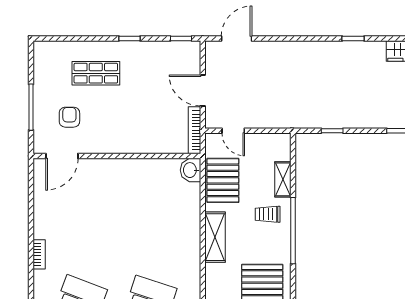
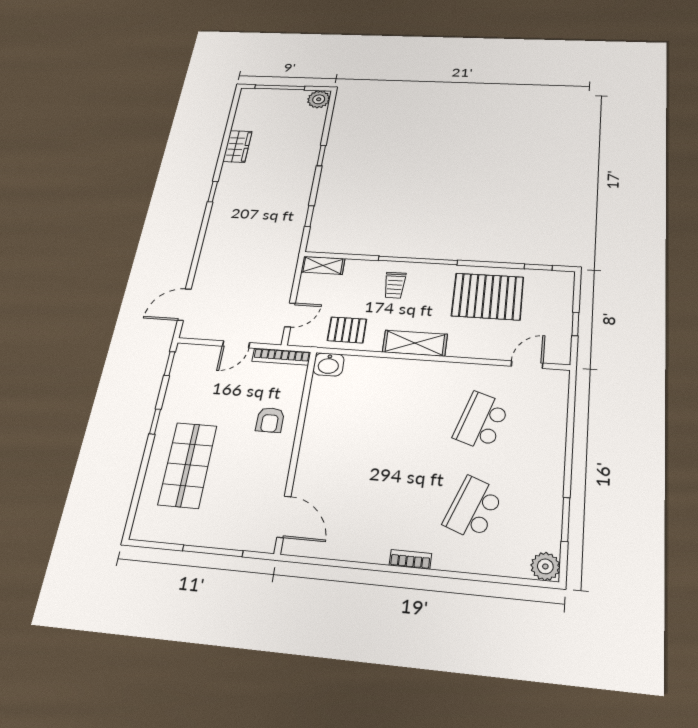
door: (237, 39) -> (184, 305), hinge flipped
shop shelf: (96, 73) -> (188, 465), width x1.43, depth x1.36
door: (203, 91) -> (236, 344), width x0.73
armchair: (69, 117) -> (270, 420), moved, turned -90
shelving: (283, 179) -> (323, 265), moved
pallet: (223, 180) -> (347, 330), width x0.67, depth x0.71

